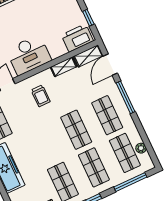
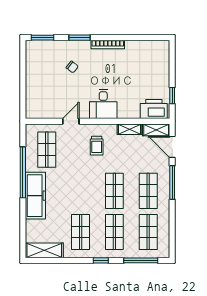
desk: (29, 55) -> (103, 104), width x0.73
door: (110, 65) -> (172, 147), hinge flipped
plant: (141, 148) -> (165, 235), removed

